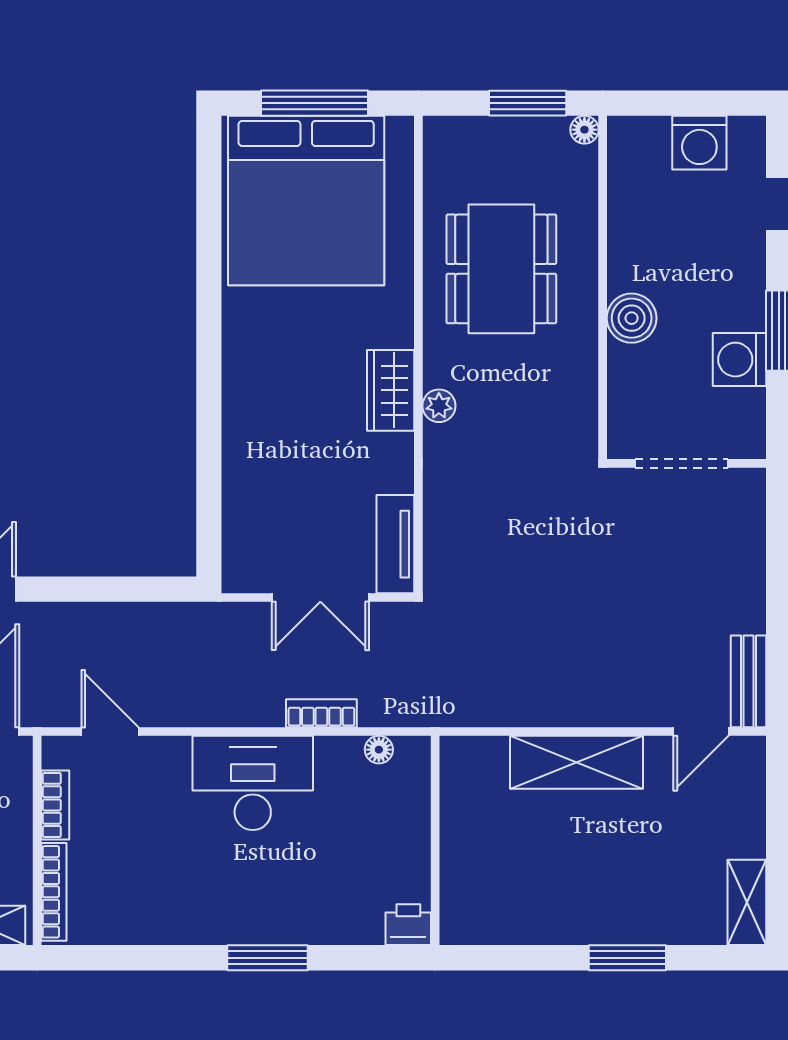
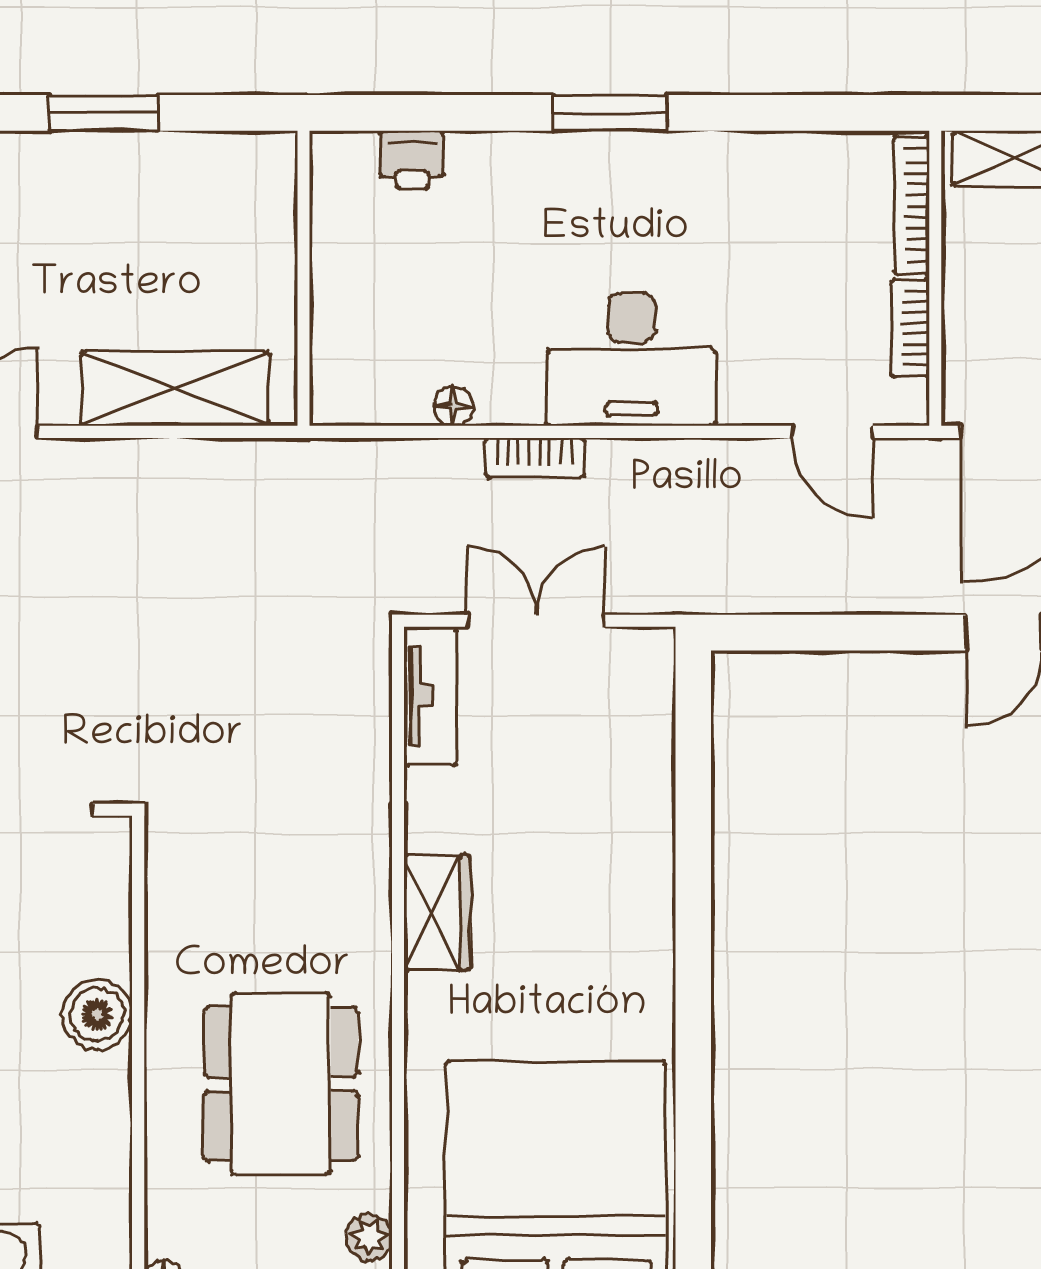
plant: (439, 406) -> (369, 1237), moved
wall: (435, 840) -> (303, 278), moved

